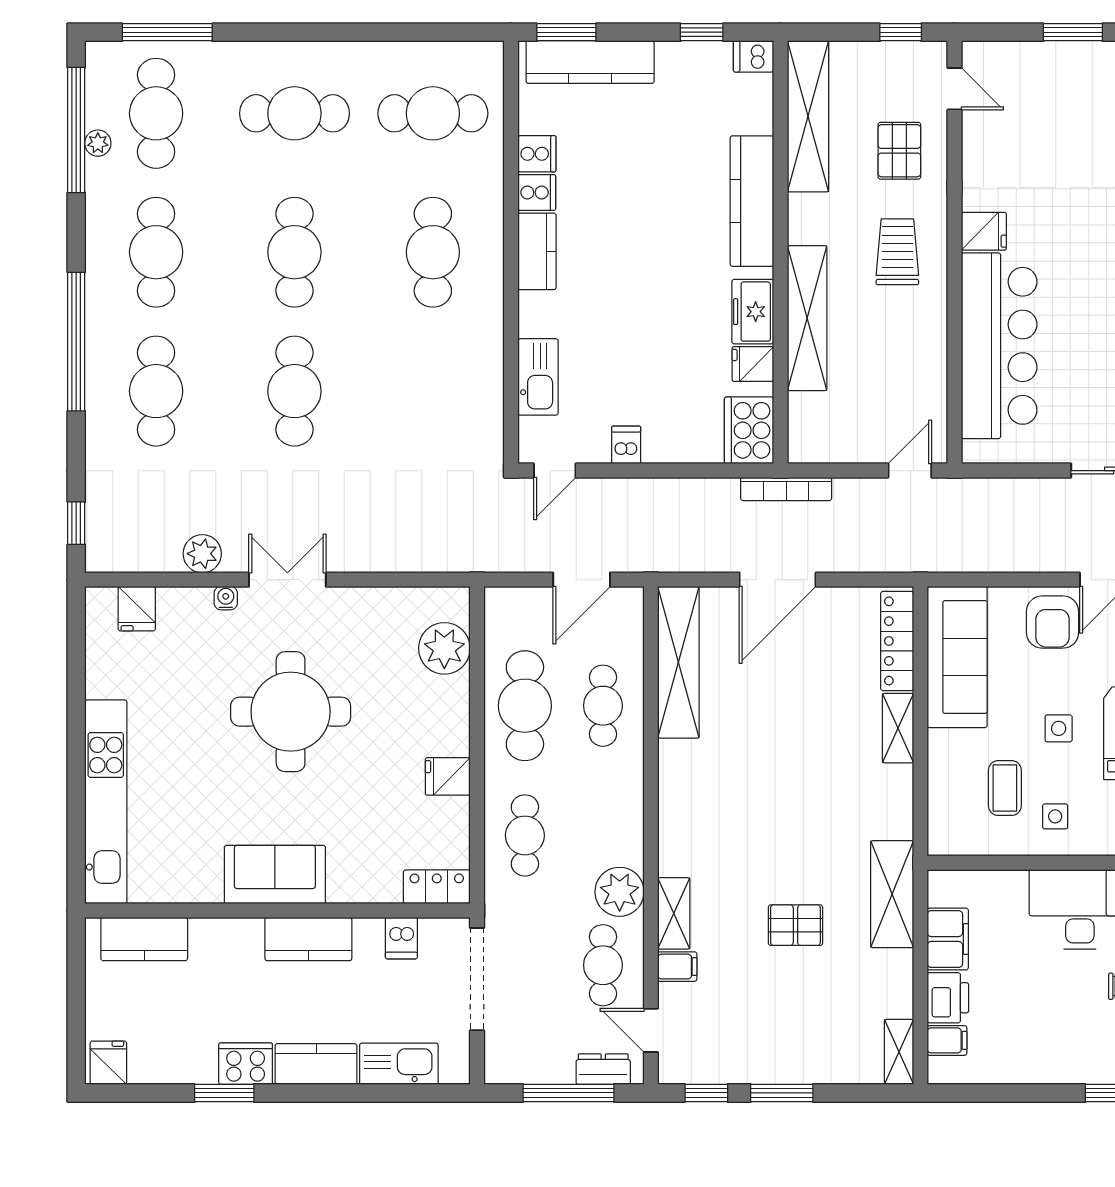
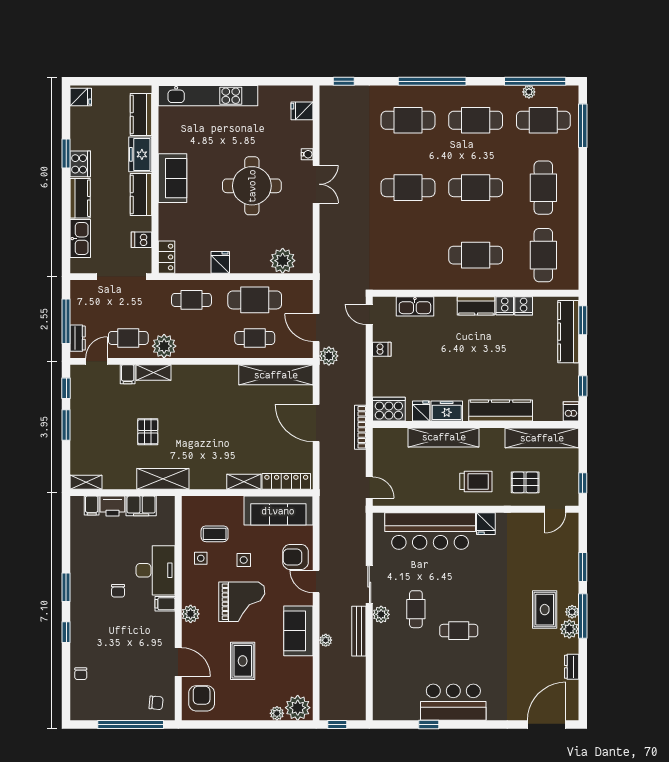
plant: (202, 554) -> (329, 356), moved
freezer: (226, 941) -> (140, 154), added

